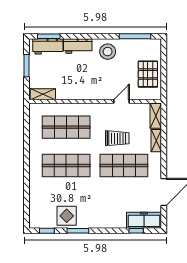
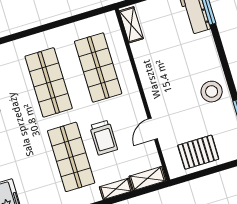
workbench: (78, 46) -> (207, 51), removed
door: (122, 101) -> (153, 129), swing flipped

